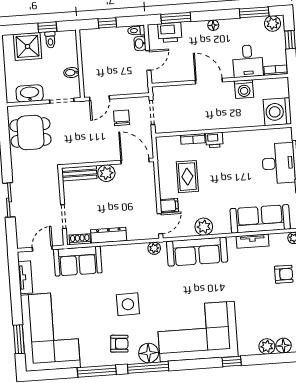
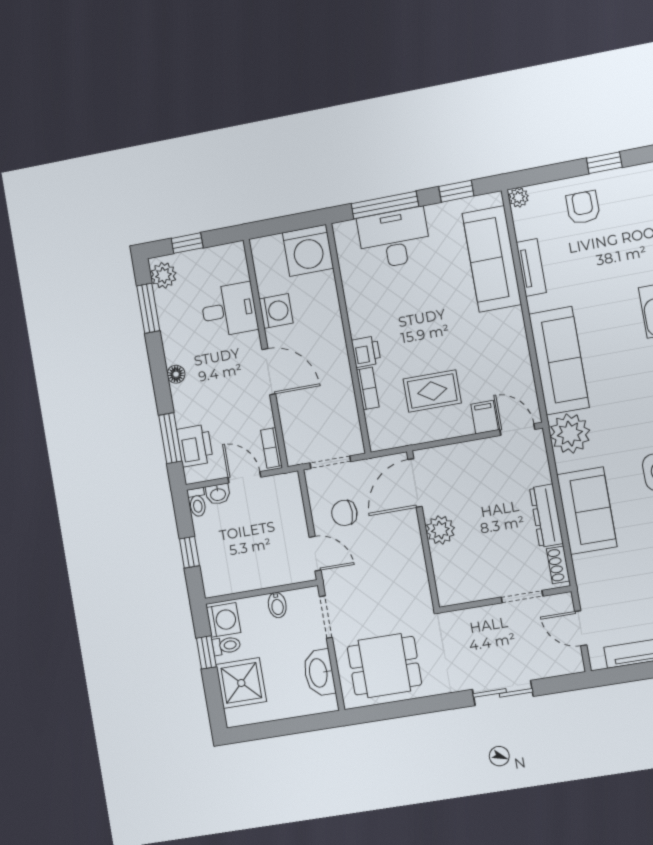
washing machine: (66, 39) -> (224, 620), added
bookcase: (276, 70) -> (271, 448), moved
door: (209, 81) -> (269, 372), swing flipped
dining table: (30, 133) -> (384, 666), turned 90
bench: (79, 173) -> (445, 576), removed
plant: (204, 227) -> (515, 354), removed
plant: (154, 248) -> (570, 434), width x1.88, depth x1.88
sofa: (78, 261) -> (587, 511), moved

